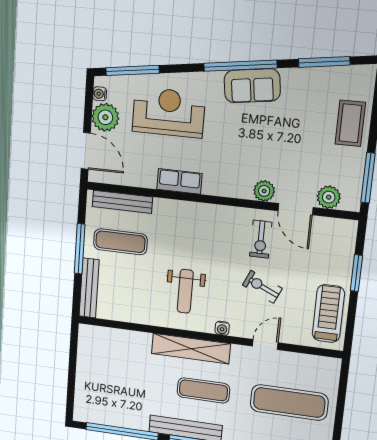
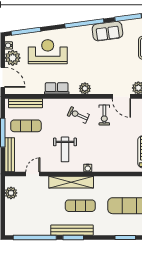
sofa: (252, 86) -> (107, 31), moved
plant: (264, 191) -> (85, 88), moved
exercise bike: (262, 287) -> (78, 115), moved
door: (265, 344) -> (33, 174), moved
plant: (87, 353) -> (11, 193), added

